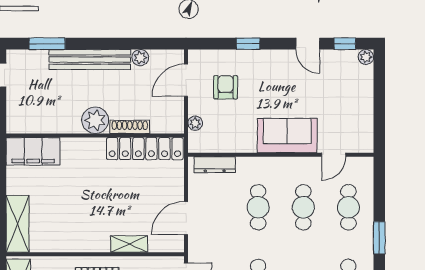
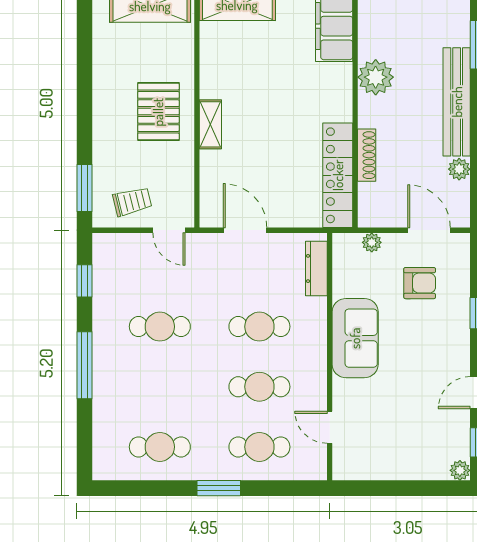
plant: (95, 120) -> (376, 77), moved
sofa: (287, 136) -> (355, 338), moved
shelving: (129, 244) -> (210, 124), moved

